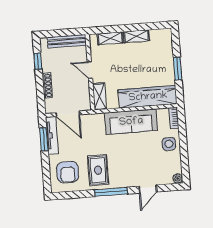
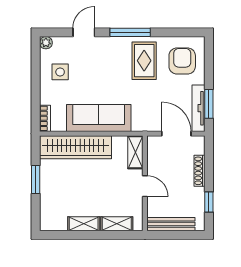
side table: (169, 144) -> (60, 72), moved

